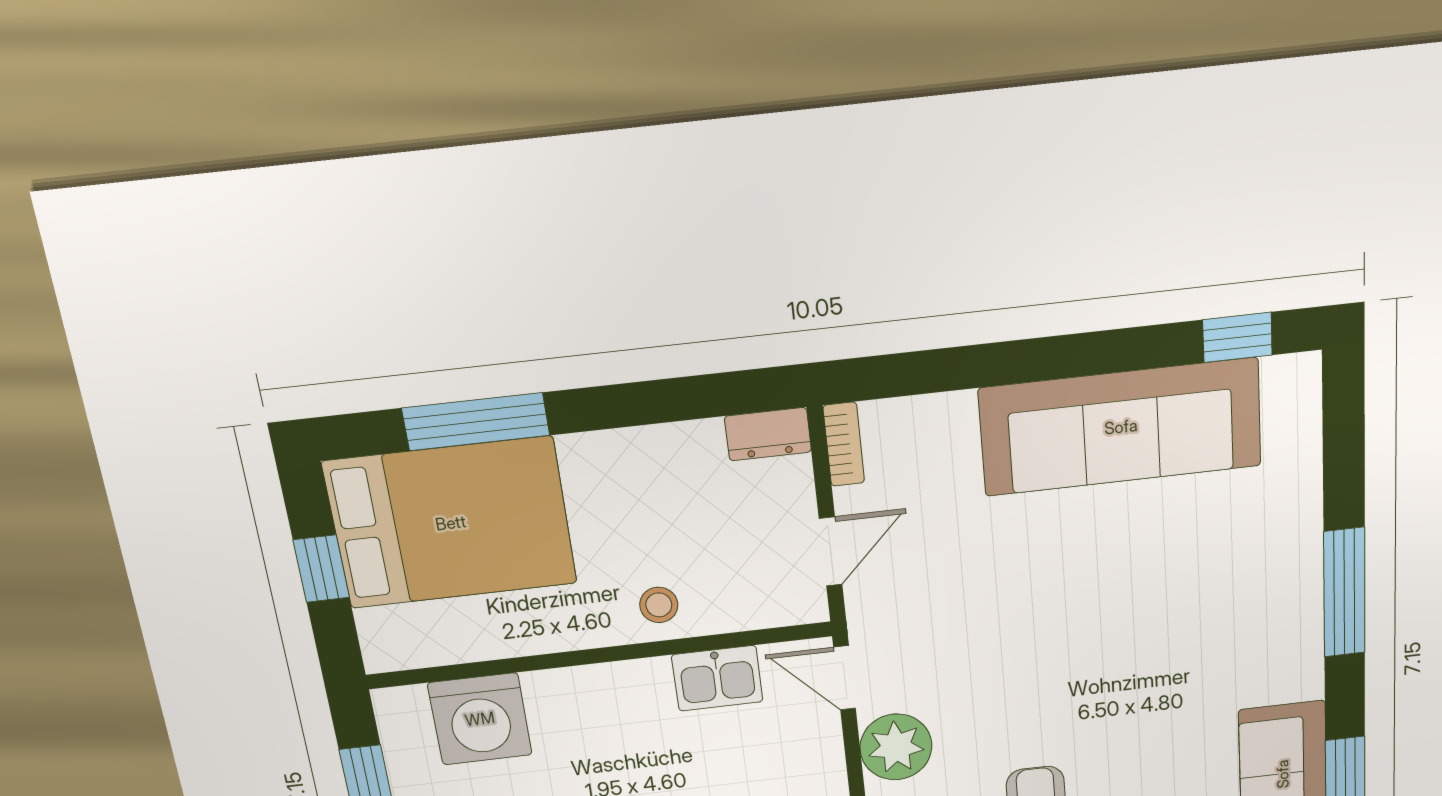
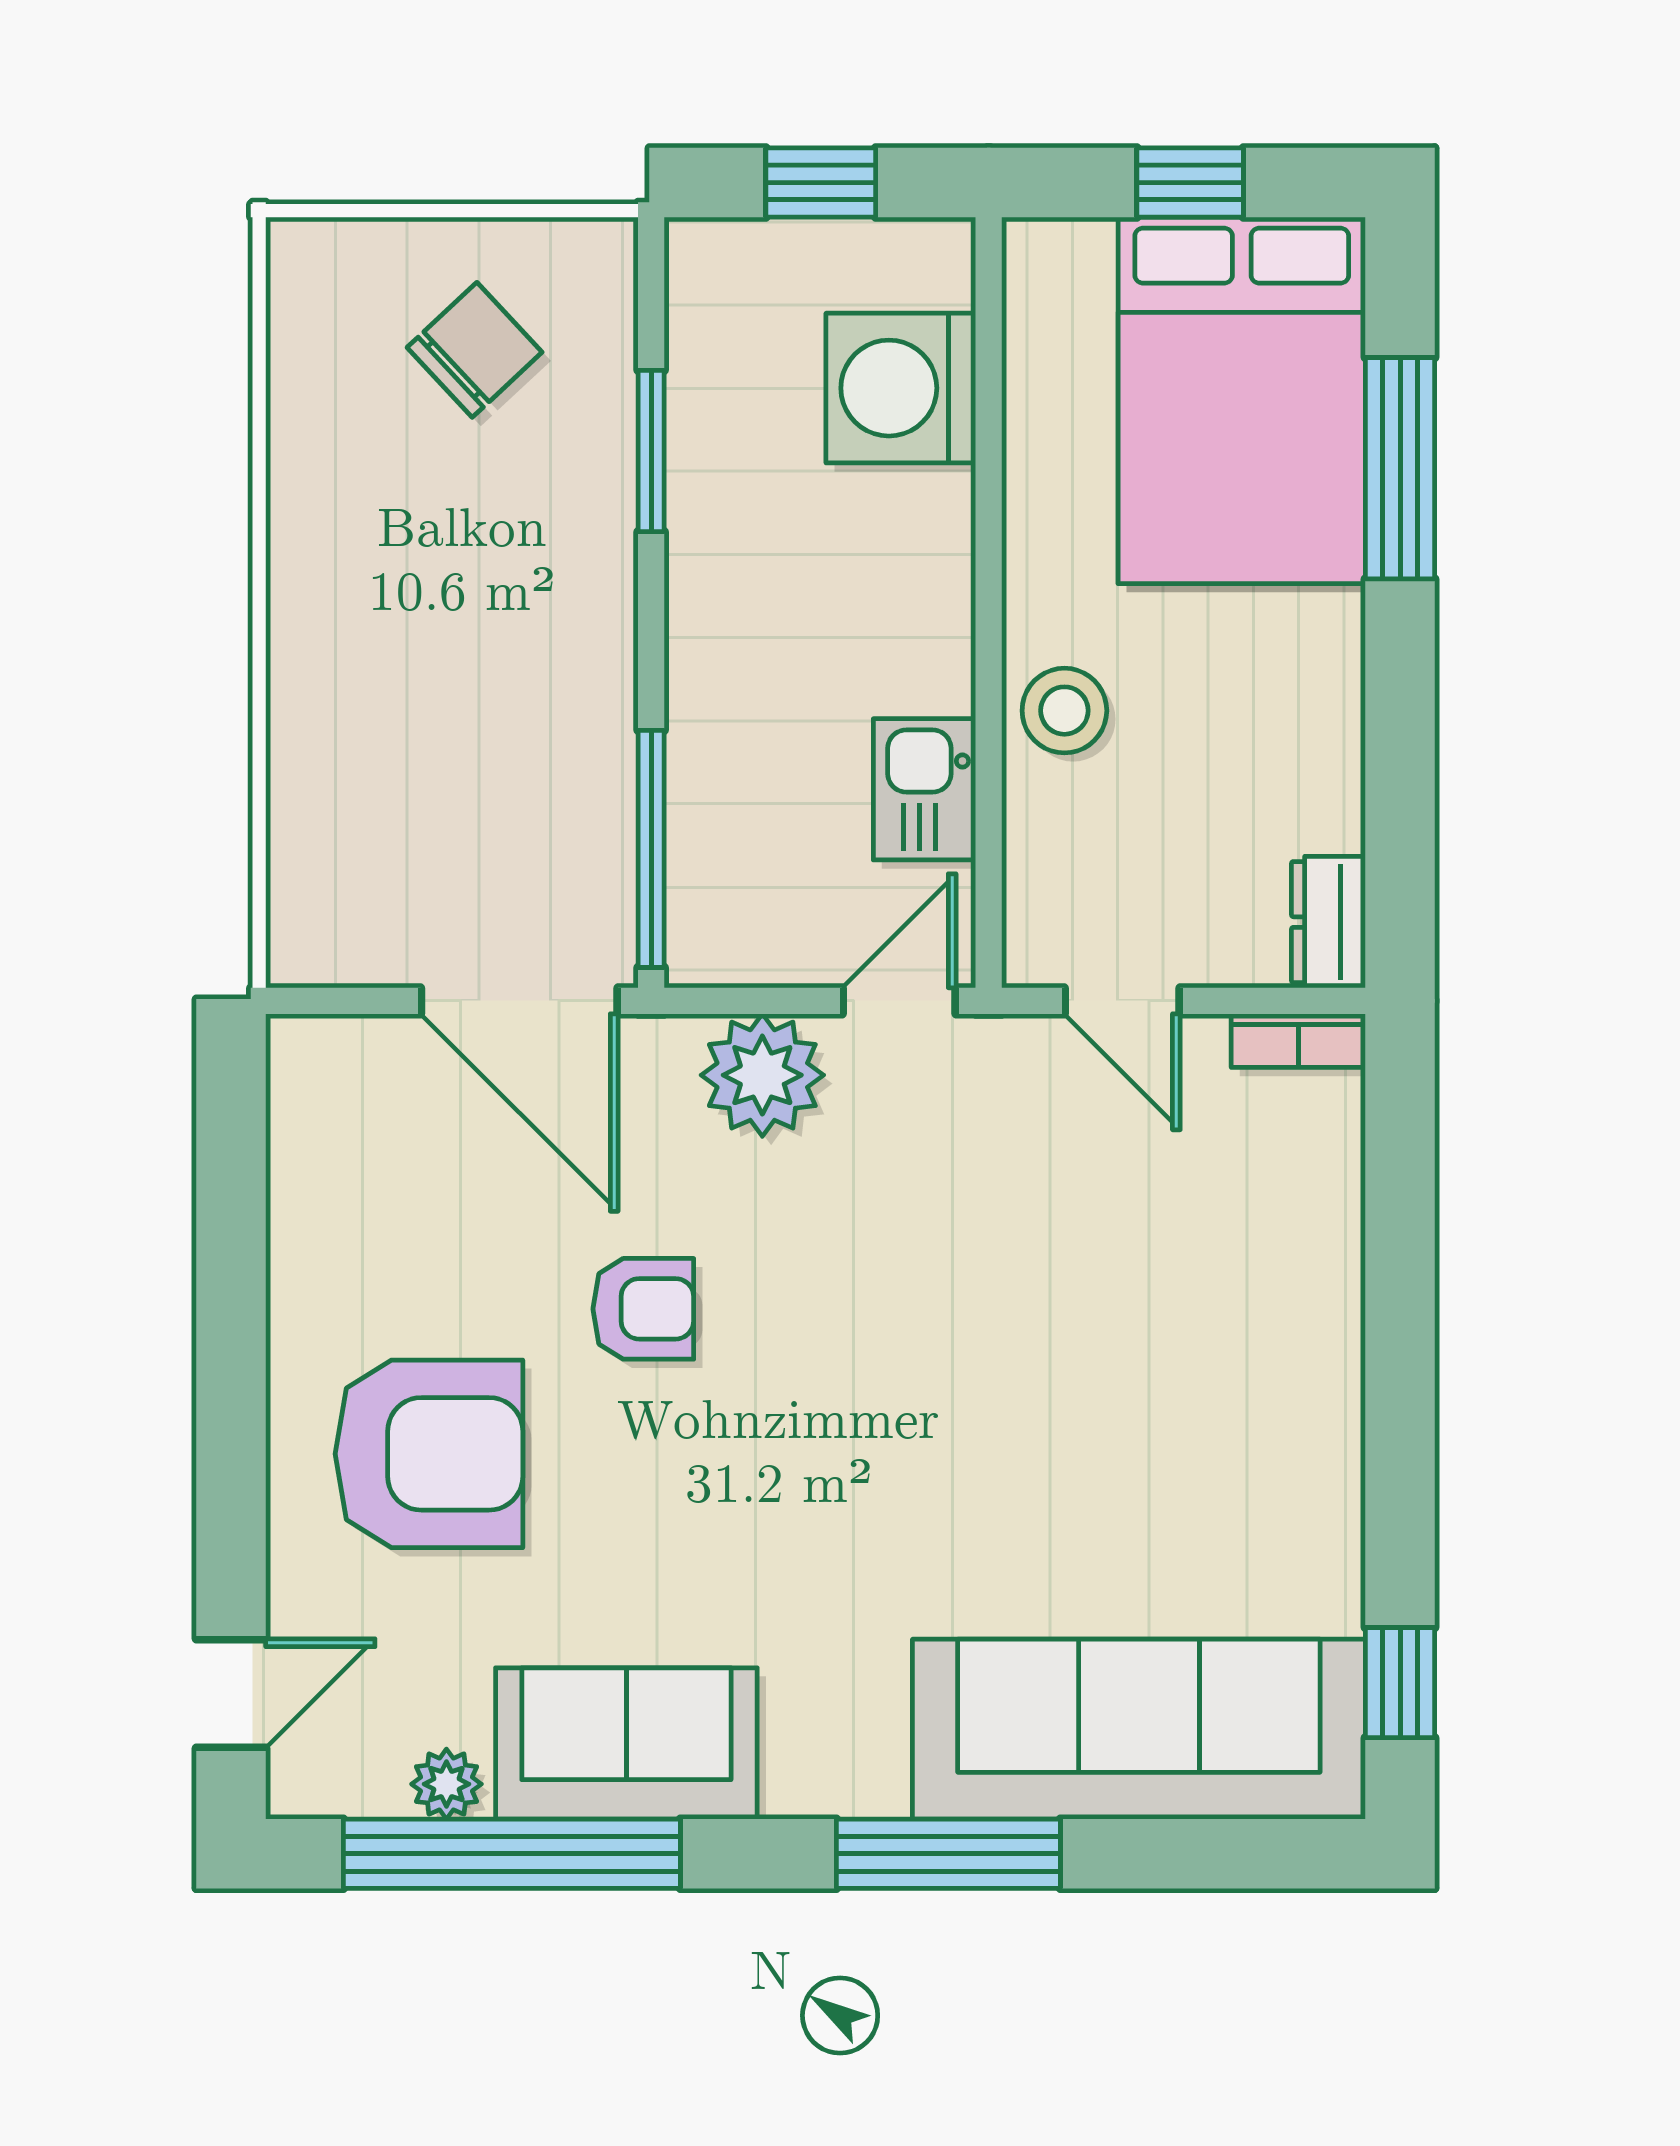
sofa: (1121, 427) -> (1139, 1729), moved, turned 90
stool: (659, 605) -> (1064, 711), width x1.37, depth x1.37

